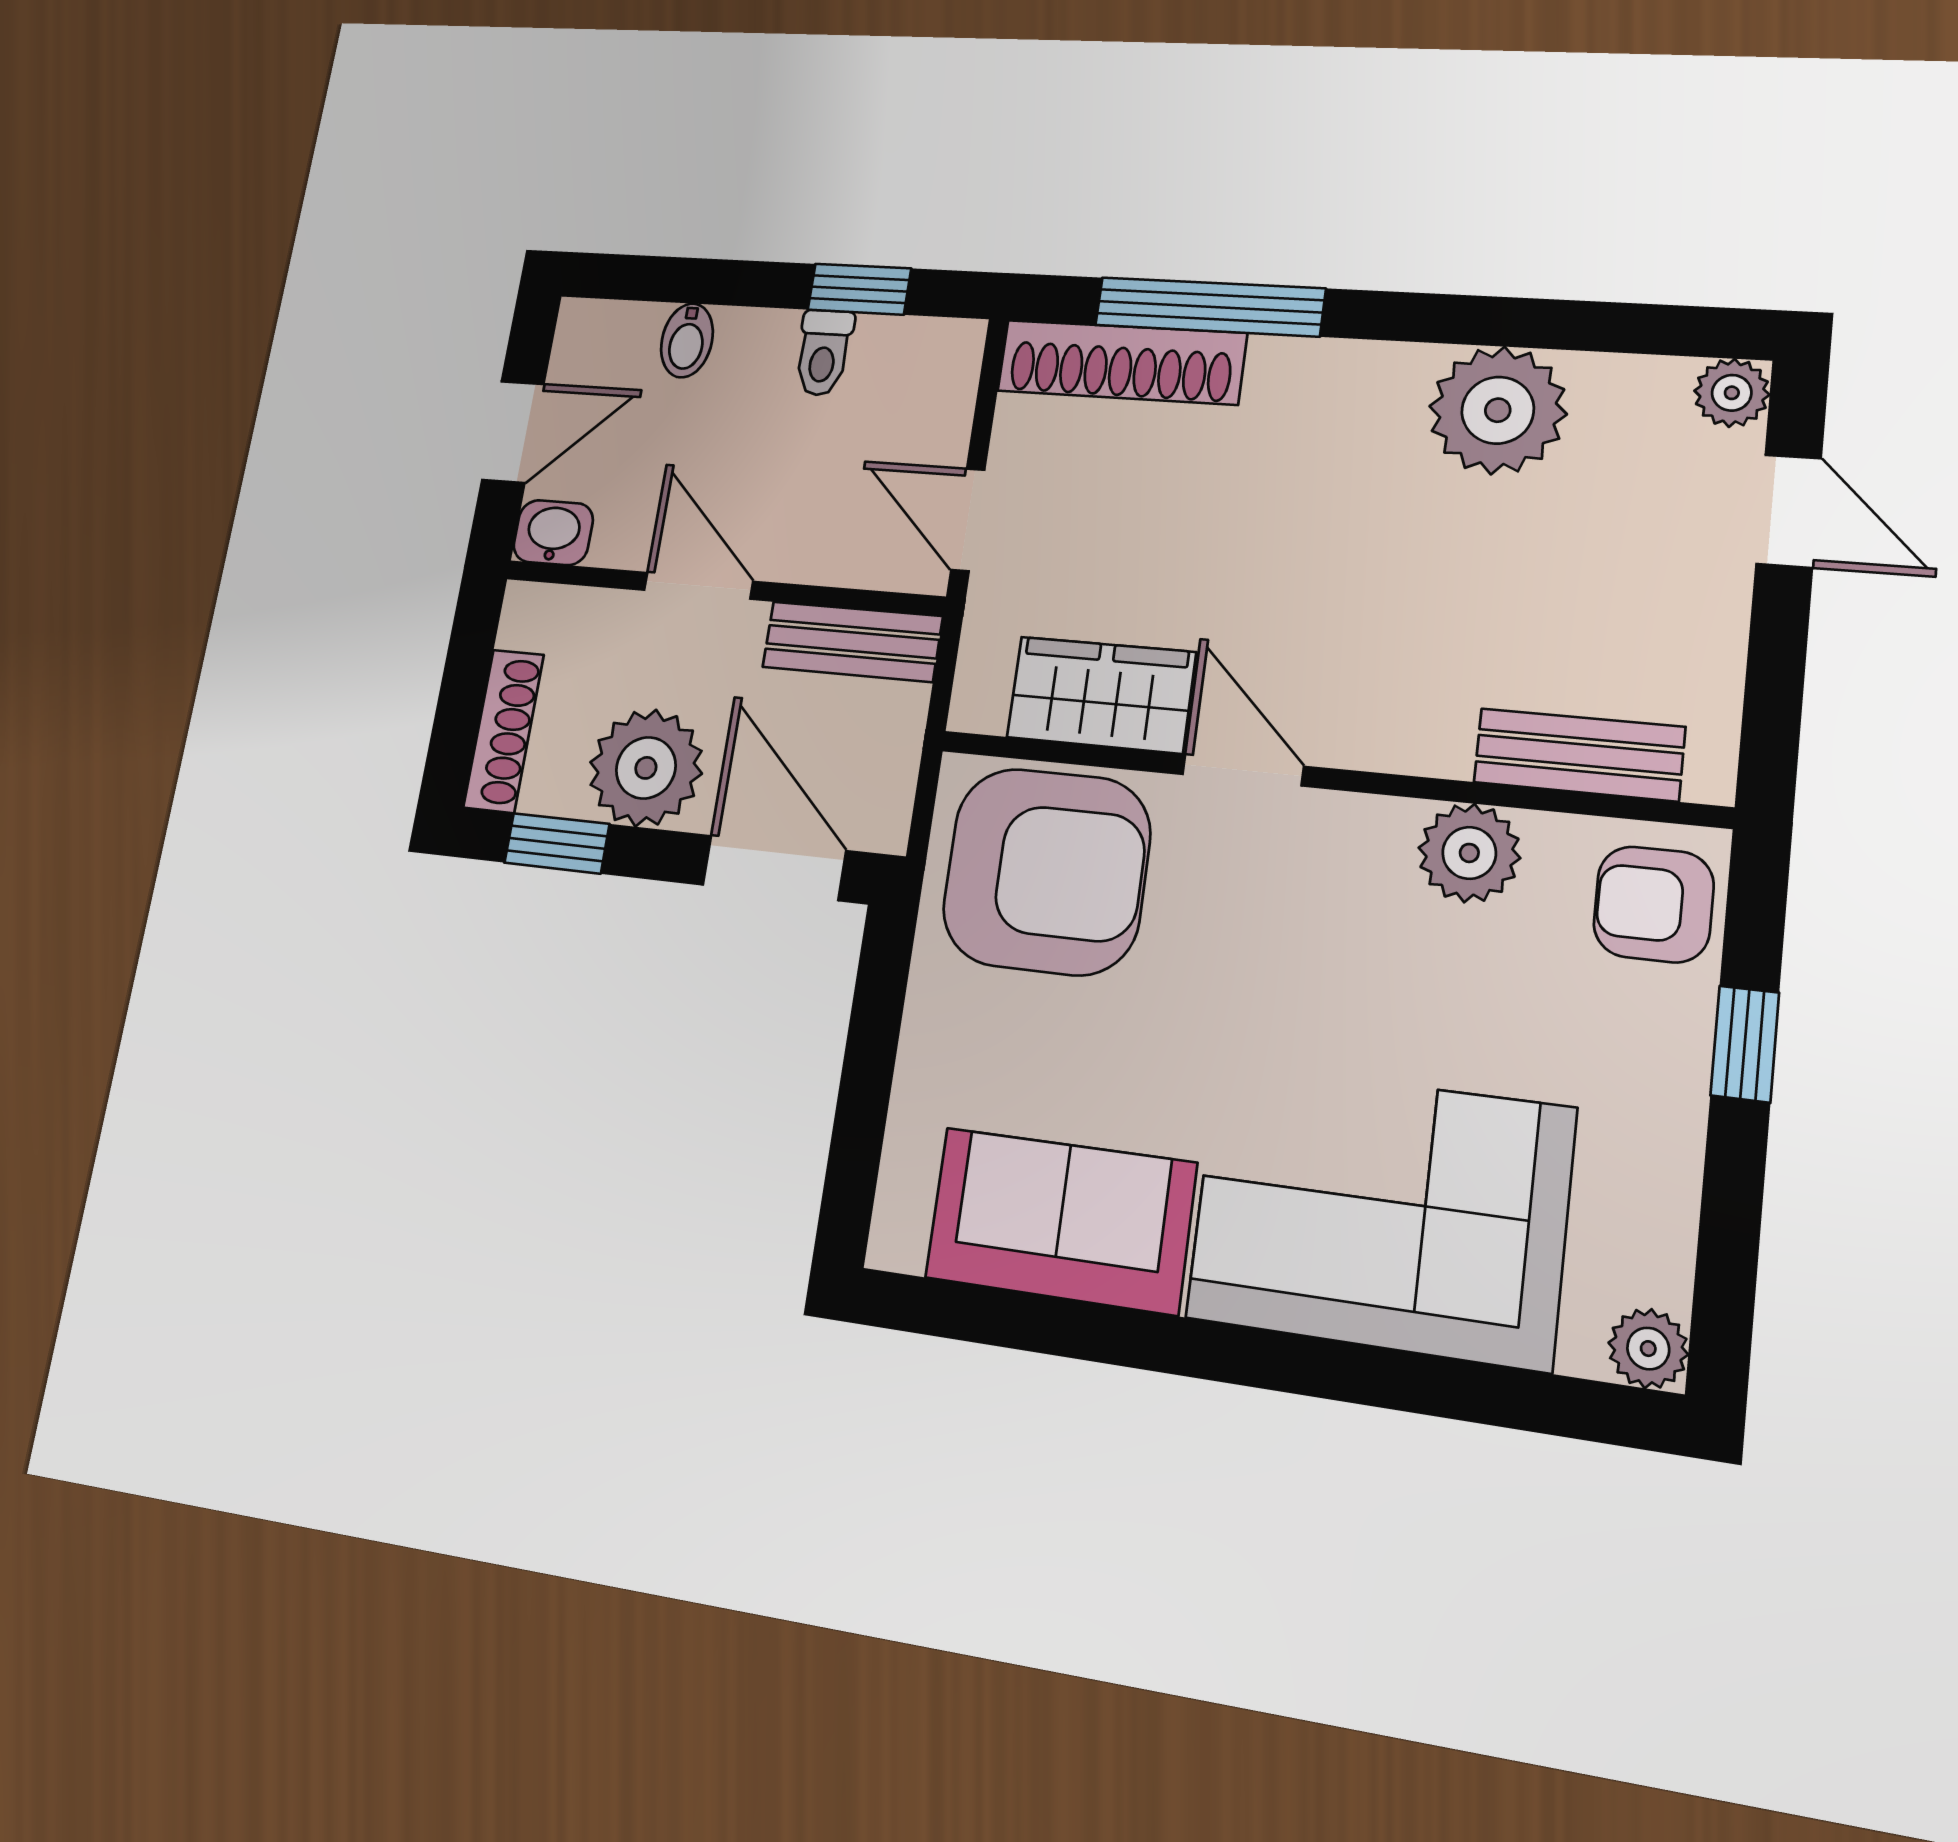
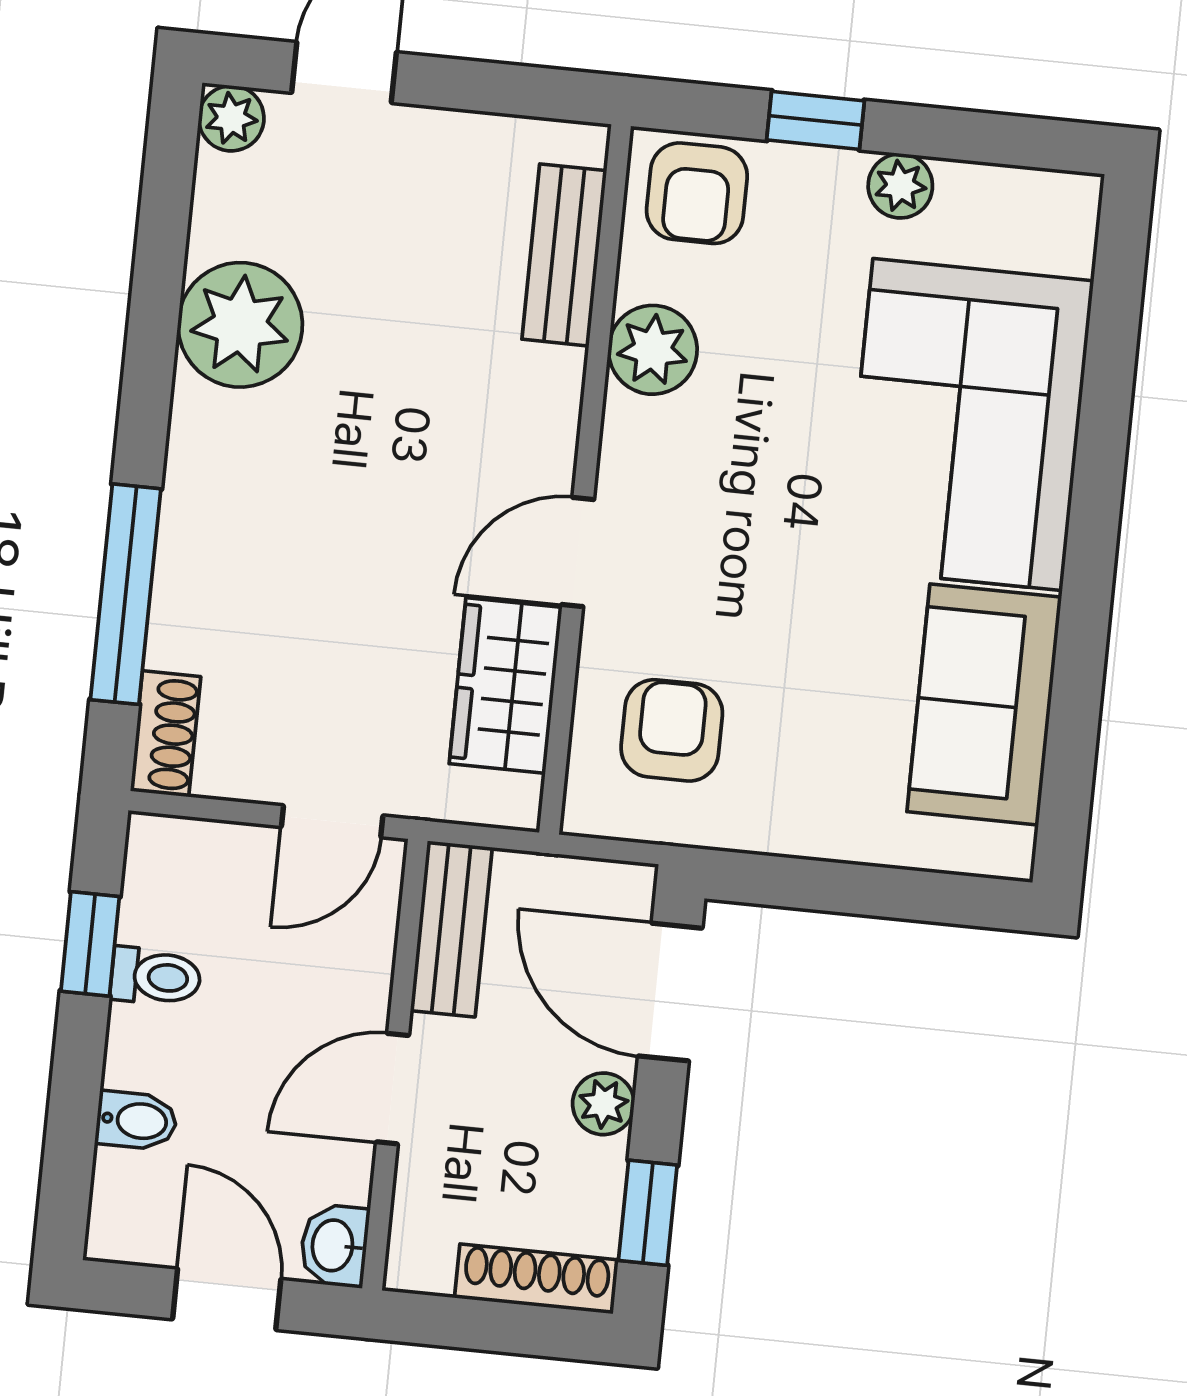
shoe rack: (1121, 362) -> (166, 734), width x0.51, depth x0.81
plant: (646, 768) -> (603, 1104), width x0.53, depth x0.53
door: (774, 868) -> (670, 992), hinge flipped
armchair: (1046, 871) -> (672, 730), width x0.53, depth x0.53
plant: (1648, 1349) -> (900, 186), moved

